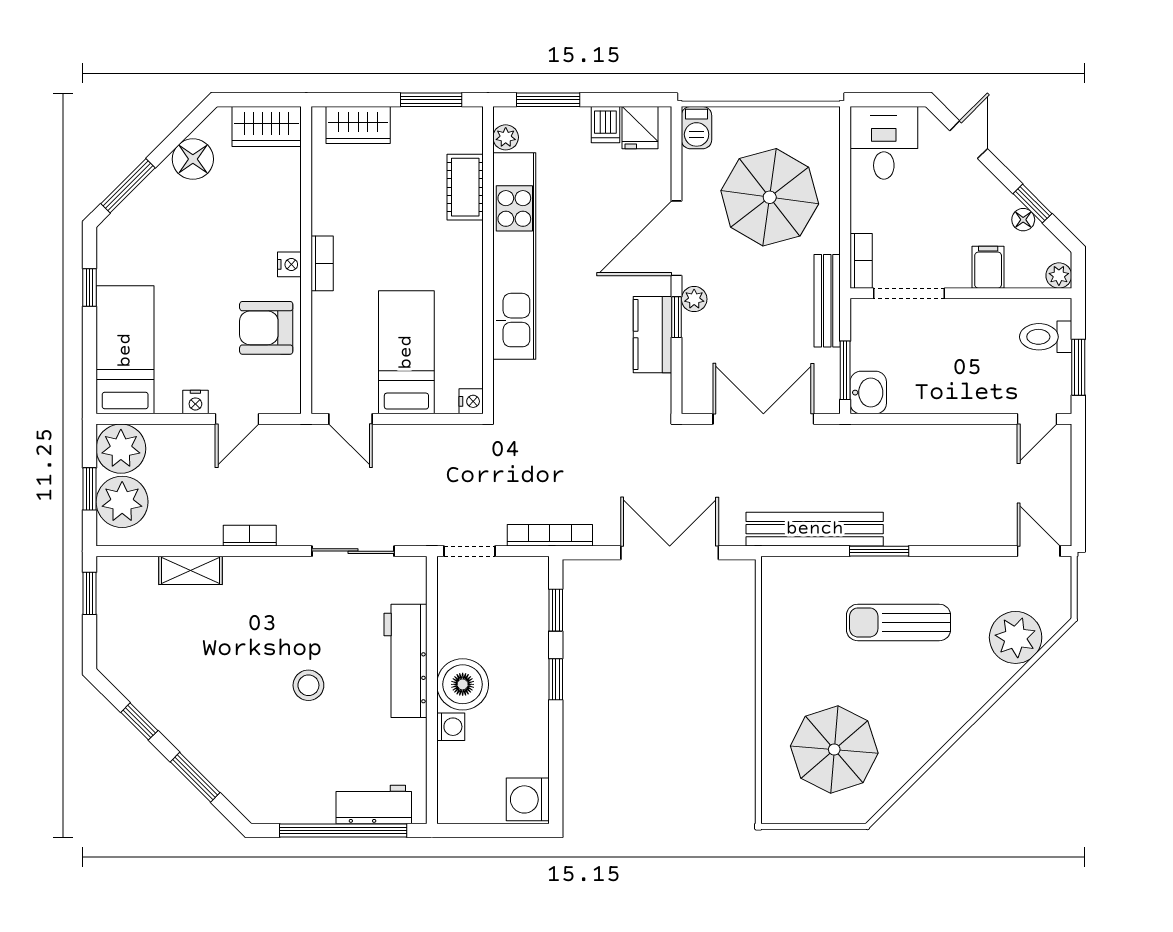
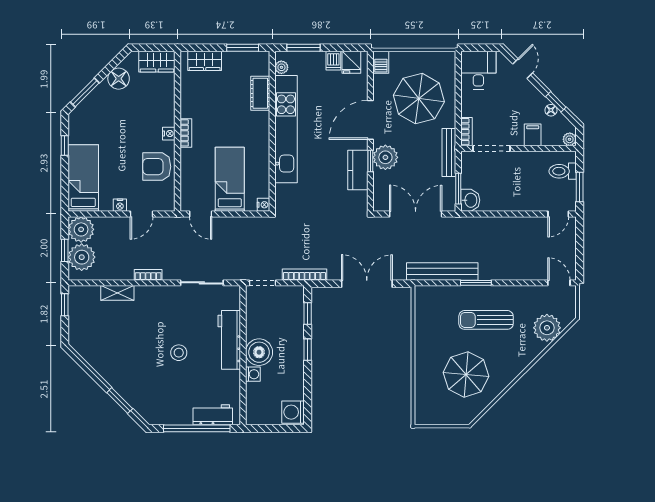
plant: (694, 299) -> (385, 157), width x1.87, depth x1.87
window: (139, 721) -> (91, 372), removed
parasol: (834, 749) -> (466, 374), moved

